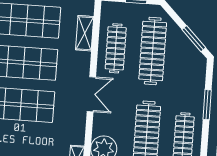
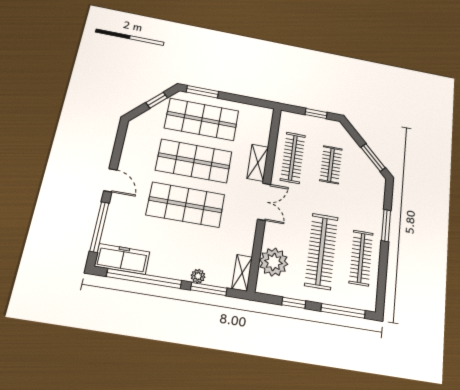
shelving: (85, 33) -> (258, 163), moved
clothes rail: (153, 51) -> (331, 165), width x0.54, depth x0.76

